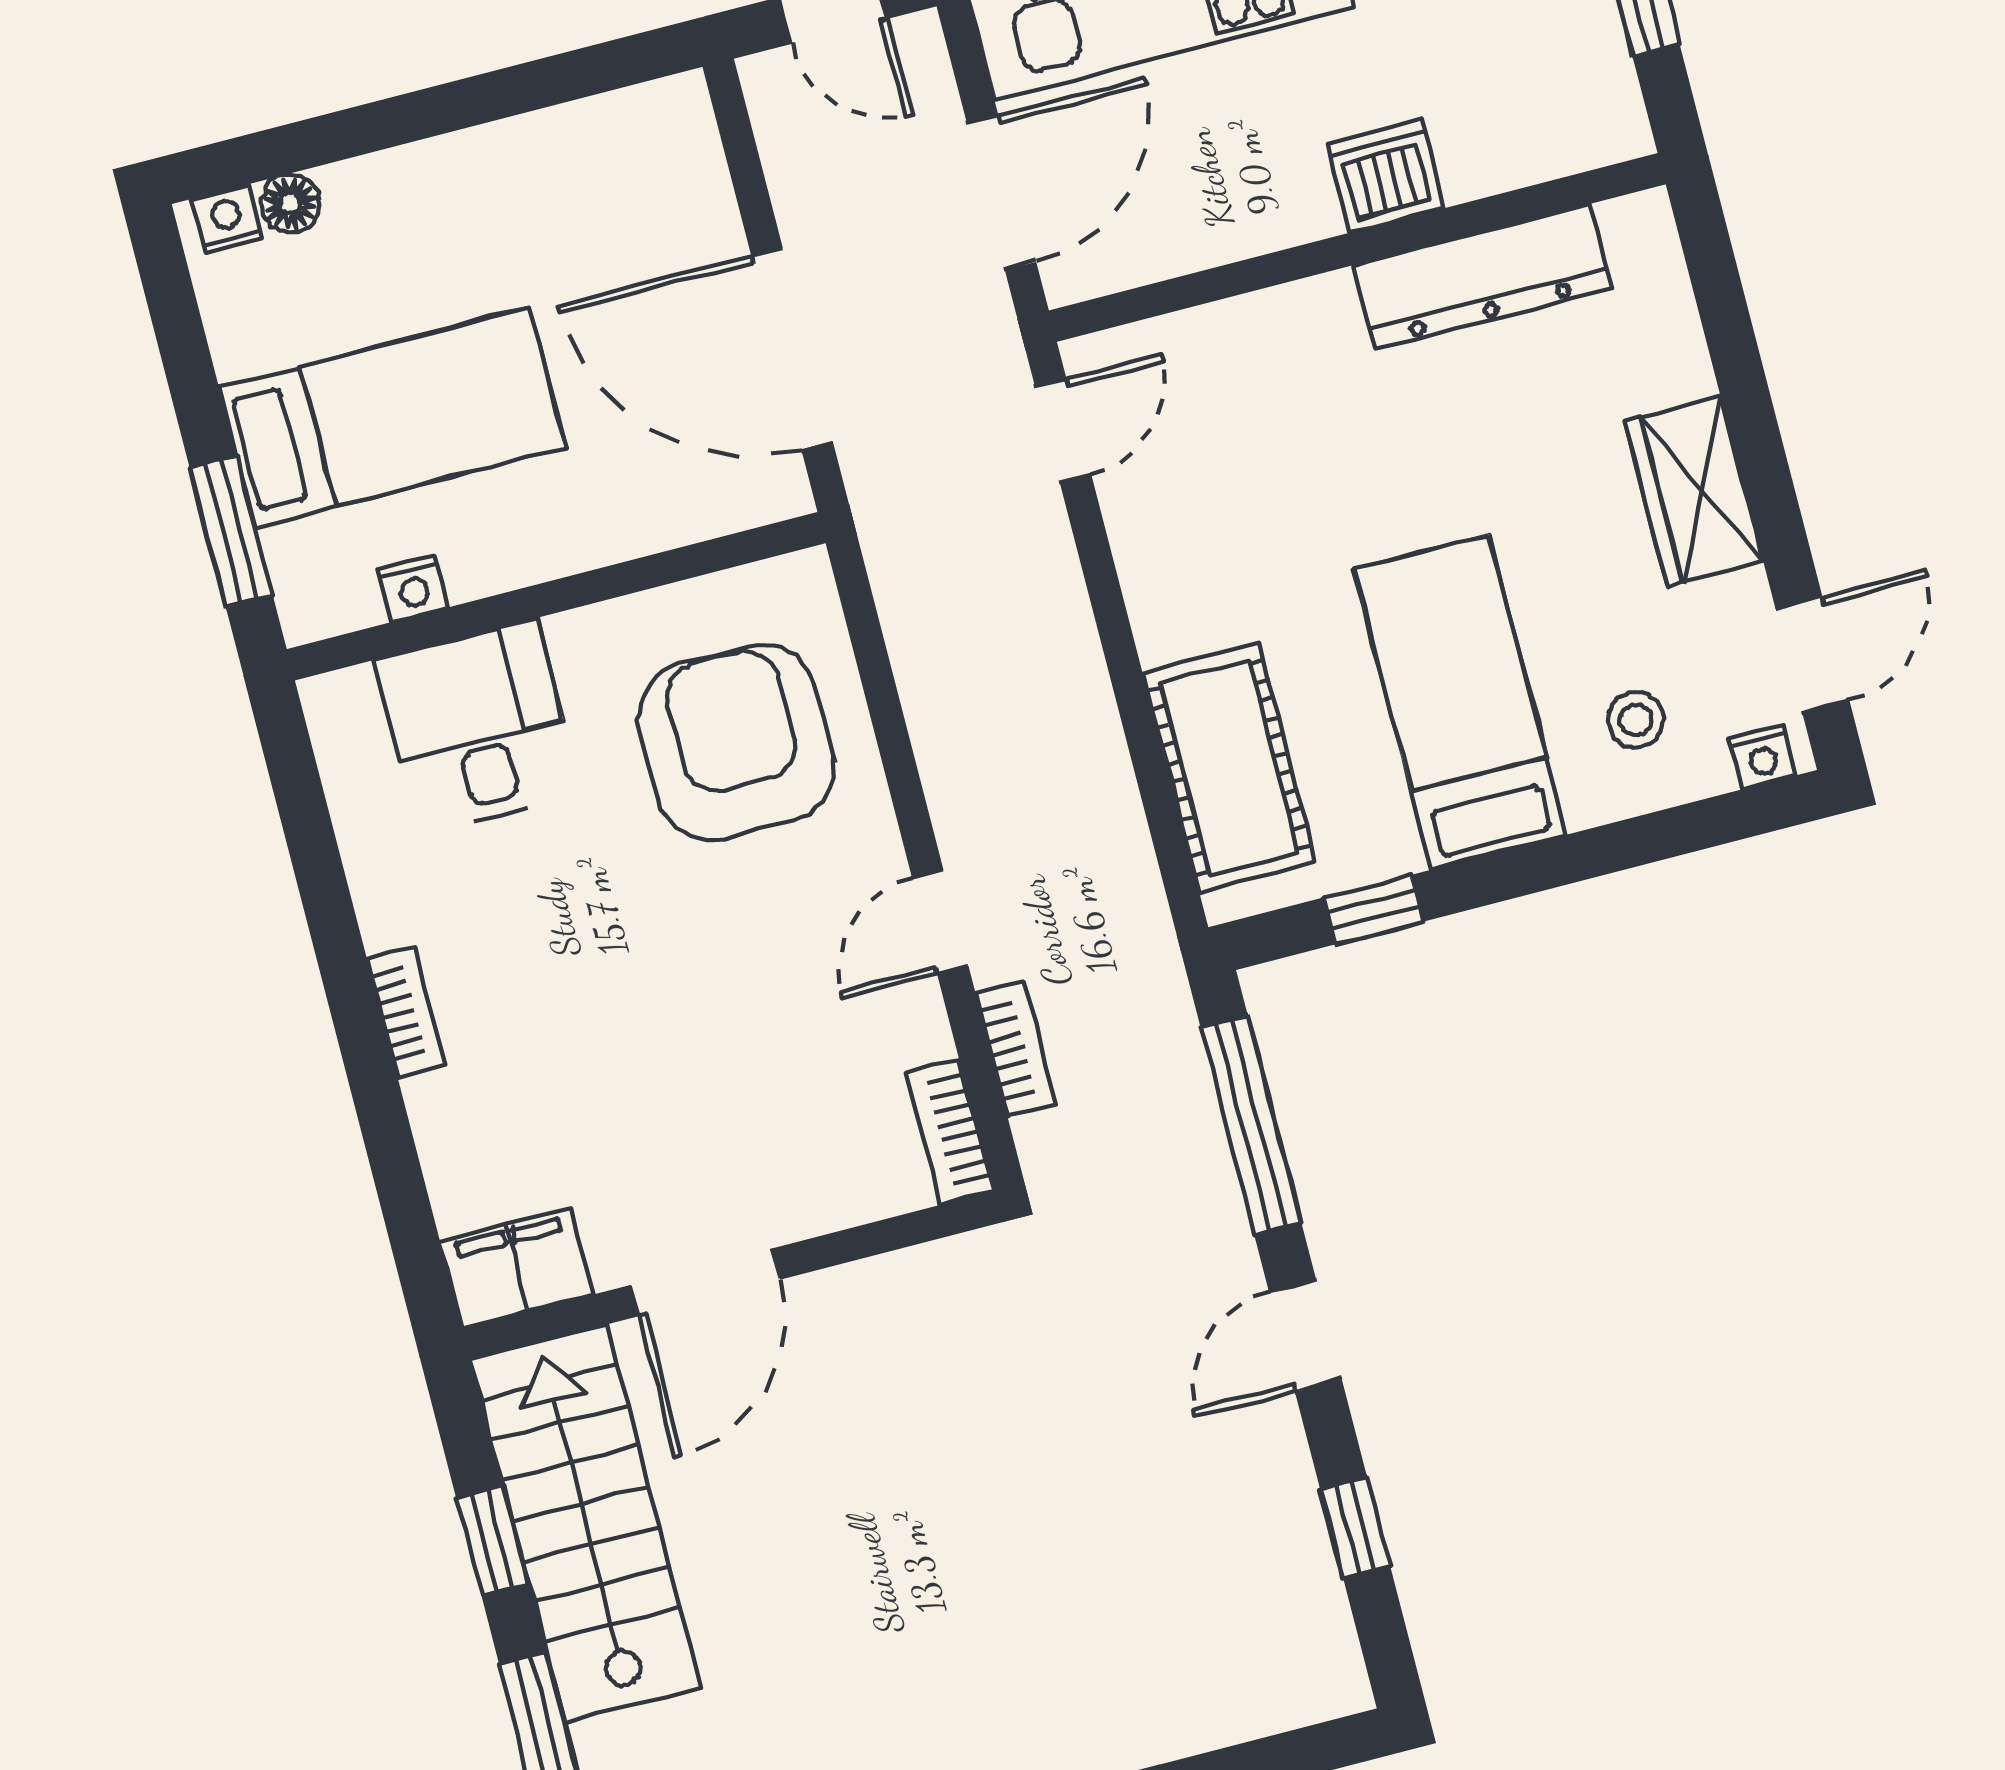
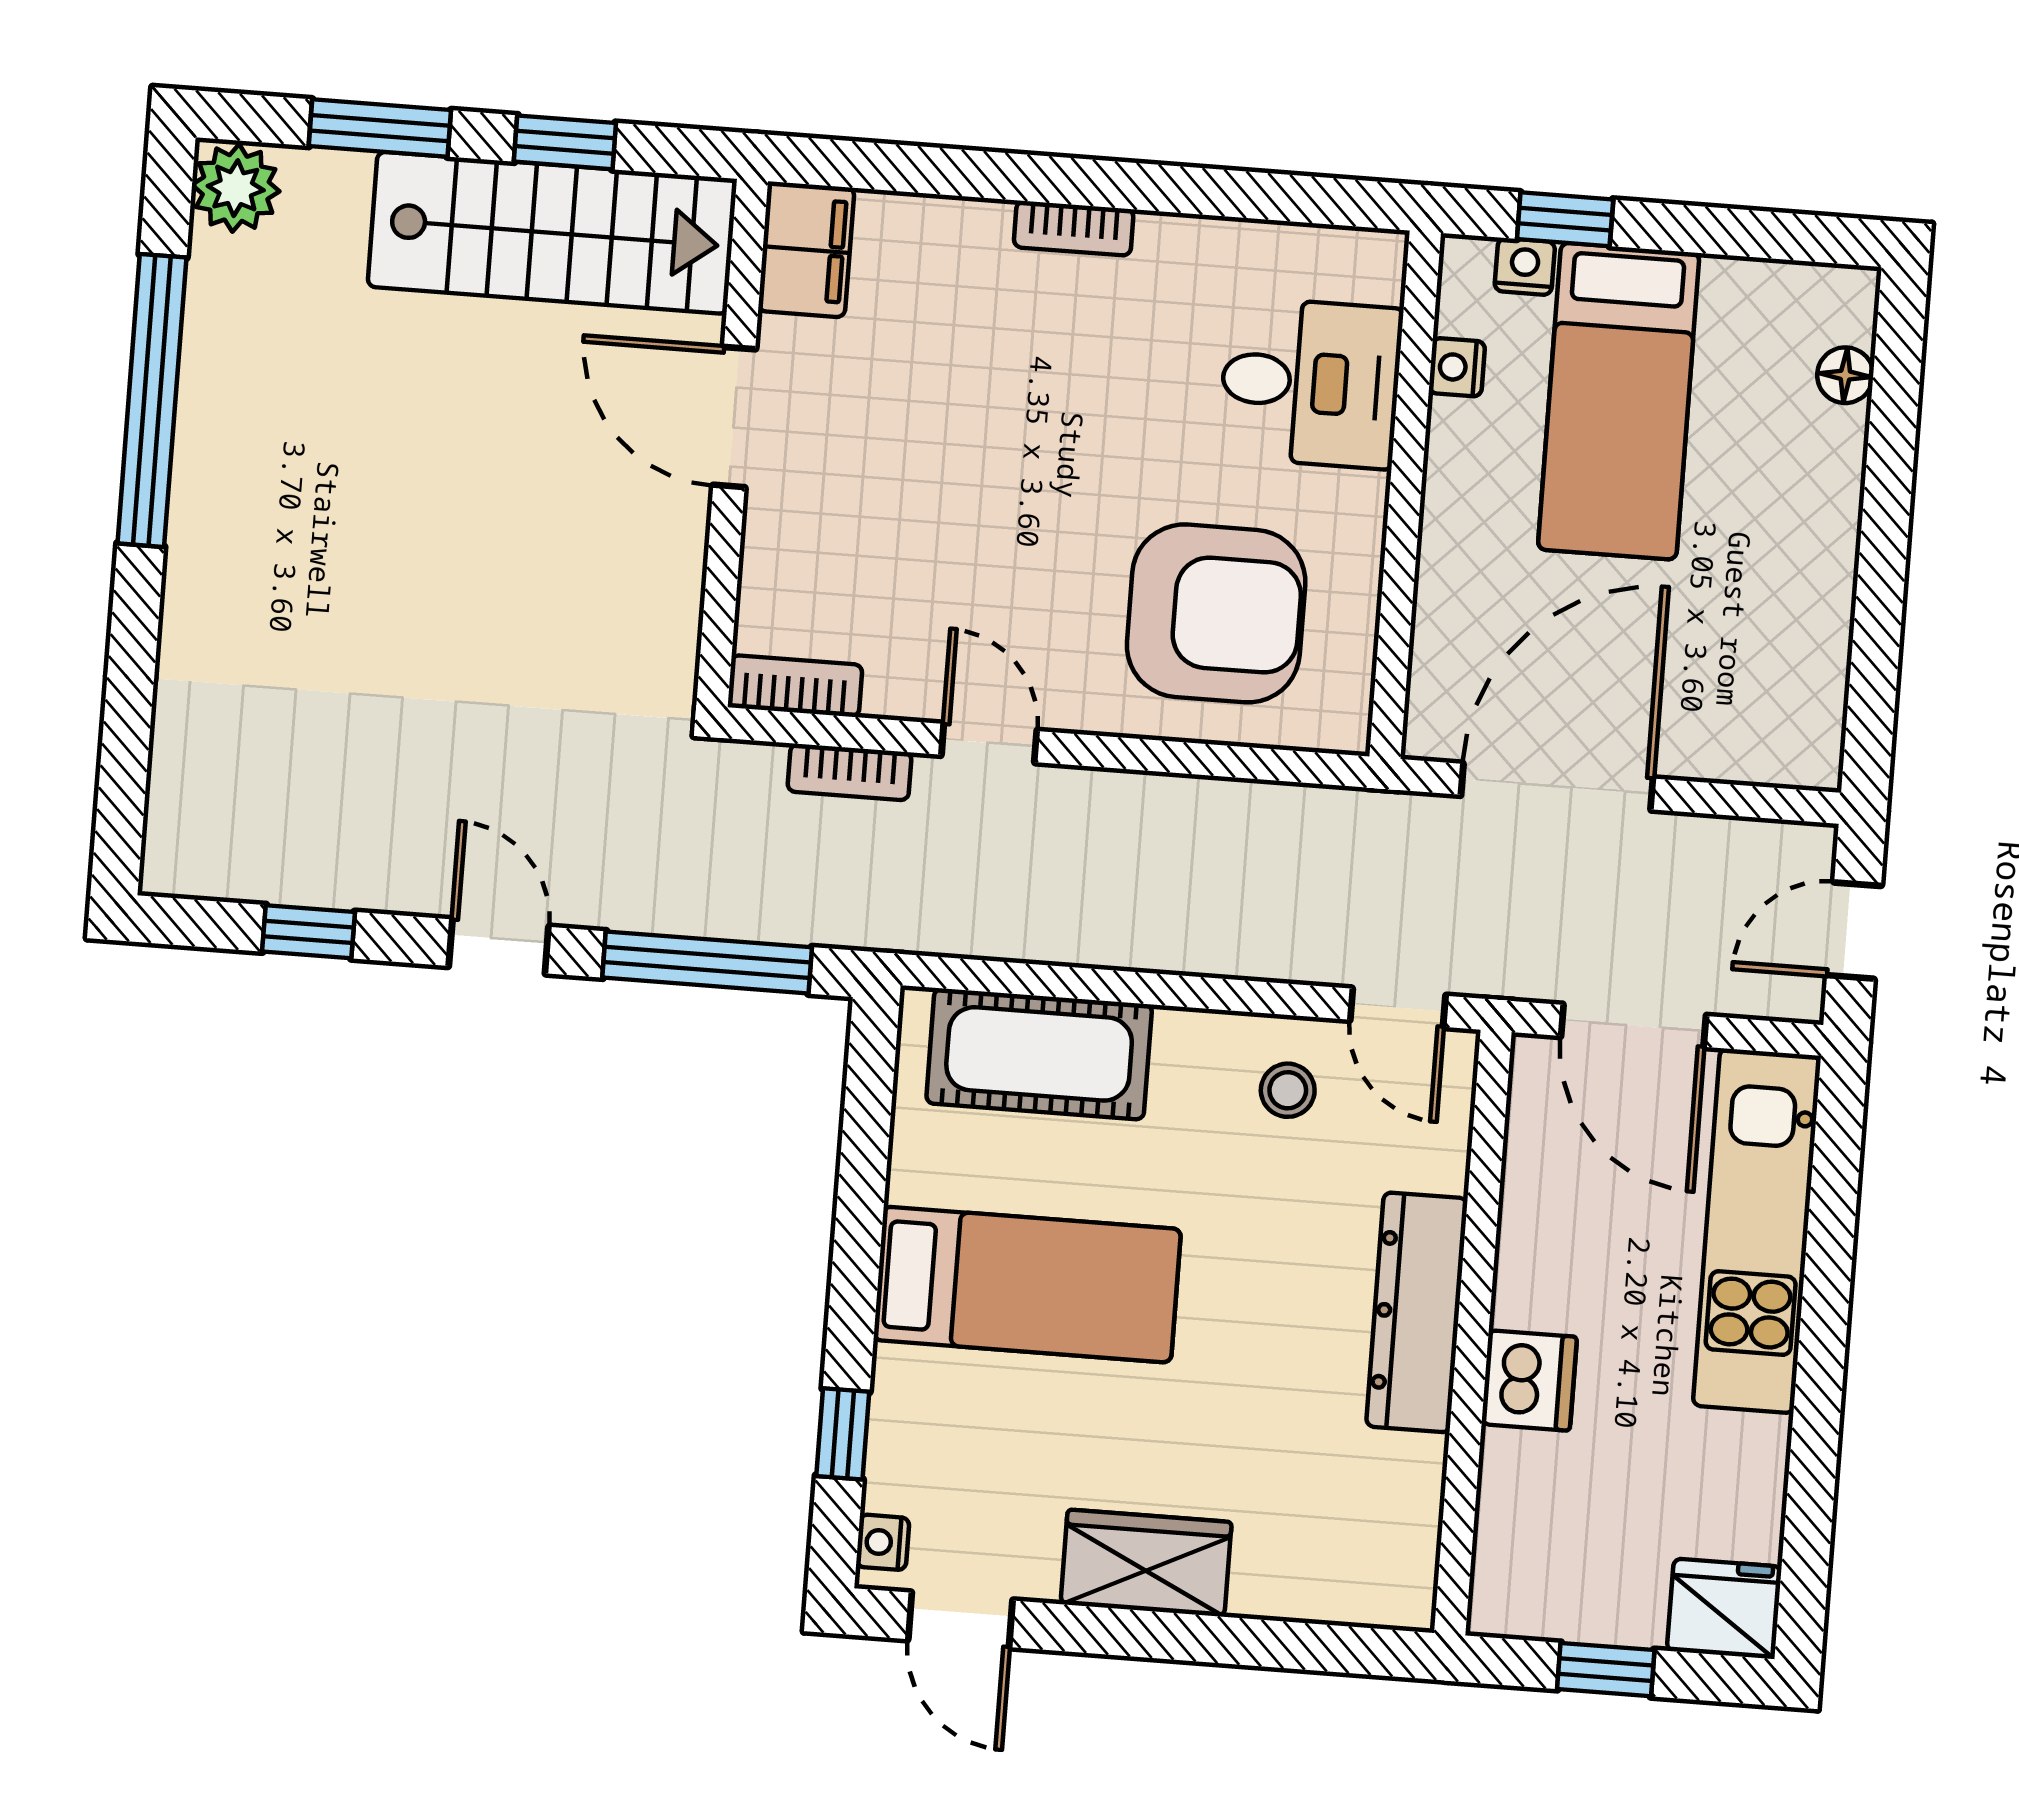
nightstand: (227, 219) -> (1525, 266), moved, turned -90
dresser: (1482, 277) -> (1417, 1312), moved
window: (231, 532) -> (1565, 219), width x0.67
stool: (1636, 720) -> (1288, 1090), moved
window: (1373, 910) -> (843, 1434), moved

